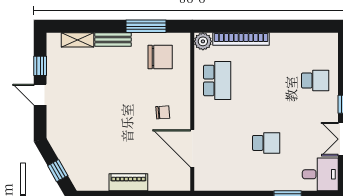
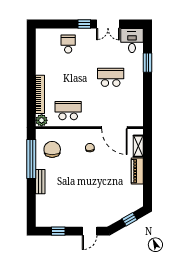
window: (146, 26) -> (31, 159), width x1.46
shelving: (78, 40) -> (138, 146), moved
door: (40, 95) -> (90, 231), moved
school desk: (266, 143) -> (111, 77), width x1.85
door: (192, 148) -> (114, 128), hinge flipped

